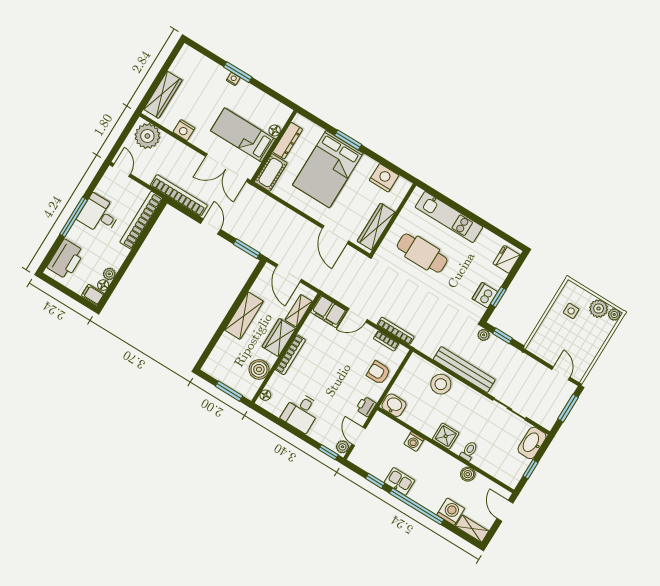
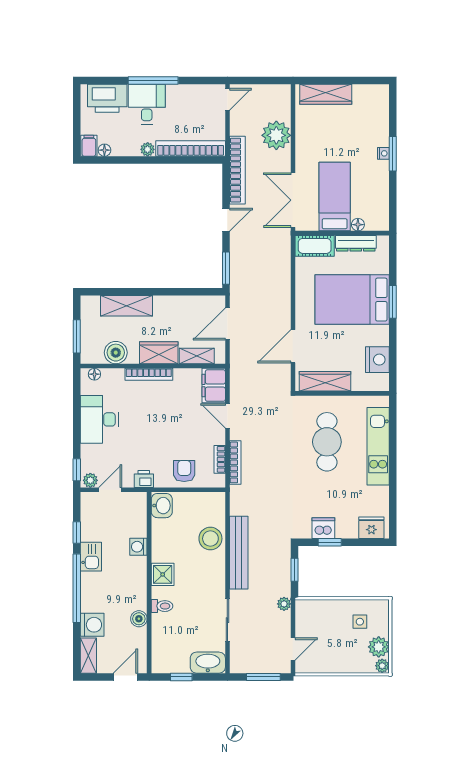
nightstand: (184, 130) -> (304, 136), removed
plant: (147, 136) -> (276, 135), moved
desk: (99, 215) -> (147, 104), moved
plant: (109, 274) -> (148, 149), moved
shelving: (244, 316) -> (126, 306), moved
plant: (484, 335) -> (284, 604), moved
desk: (301, 412) -> (99, 419), width x1.37

